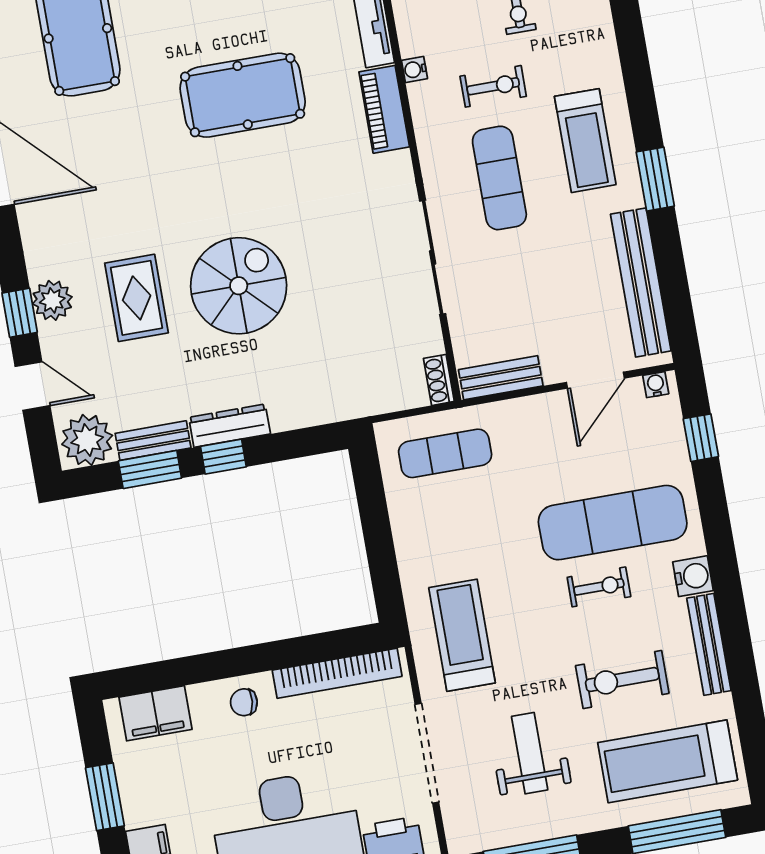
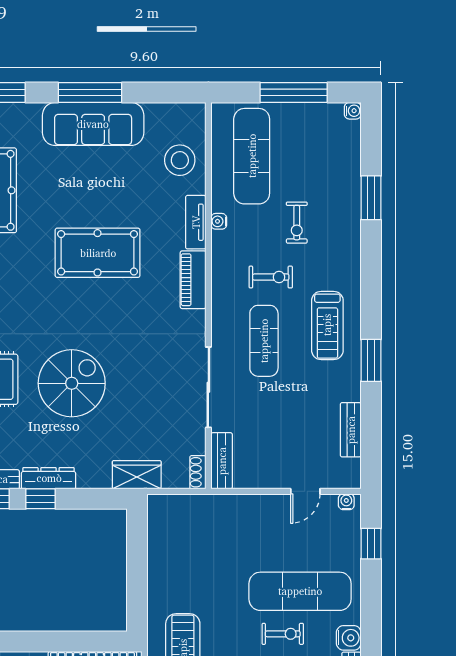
water cooler: (414, 69) -> (219, 221), moved
bench: (641, 283) -> (351, 430), width x0.54, depth x0.82
bench: (501, 378) -> (222, 461), moved, turned 90
door: (595, 380) -> (305, 491), width x0.73
wardrobe: (353, 399) -> (137, 475), added
exercise mat: (445, 453) -> (193, 523), removed

